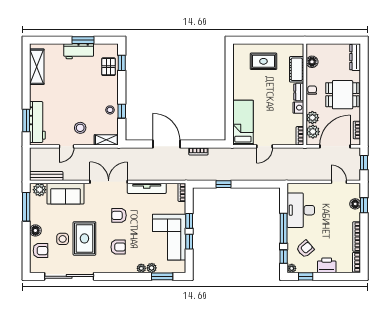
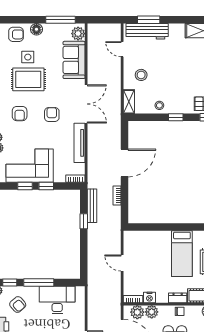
nightstand: (298, 108) -> (149, 298), moved
window: (122, 111) -> (176, 117), moved
bed: (243, 123) -> (182, 254), moved, turned 90
door: (66, 146) -> (122, 49), moved
bench: (46, 176) -> (92, 206), moved
armchair: (40, 251) -> (16, 34), turned -90

